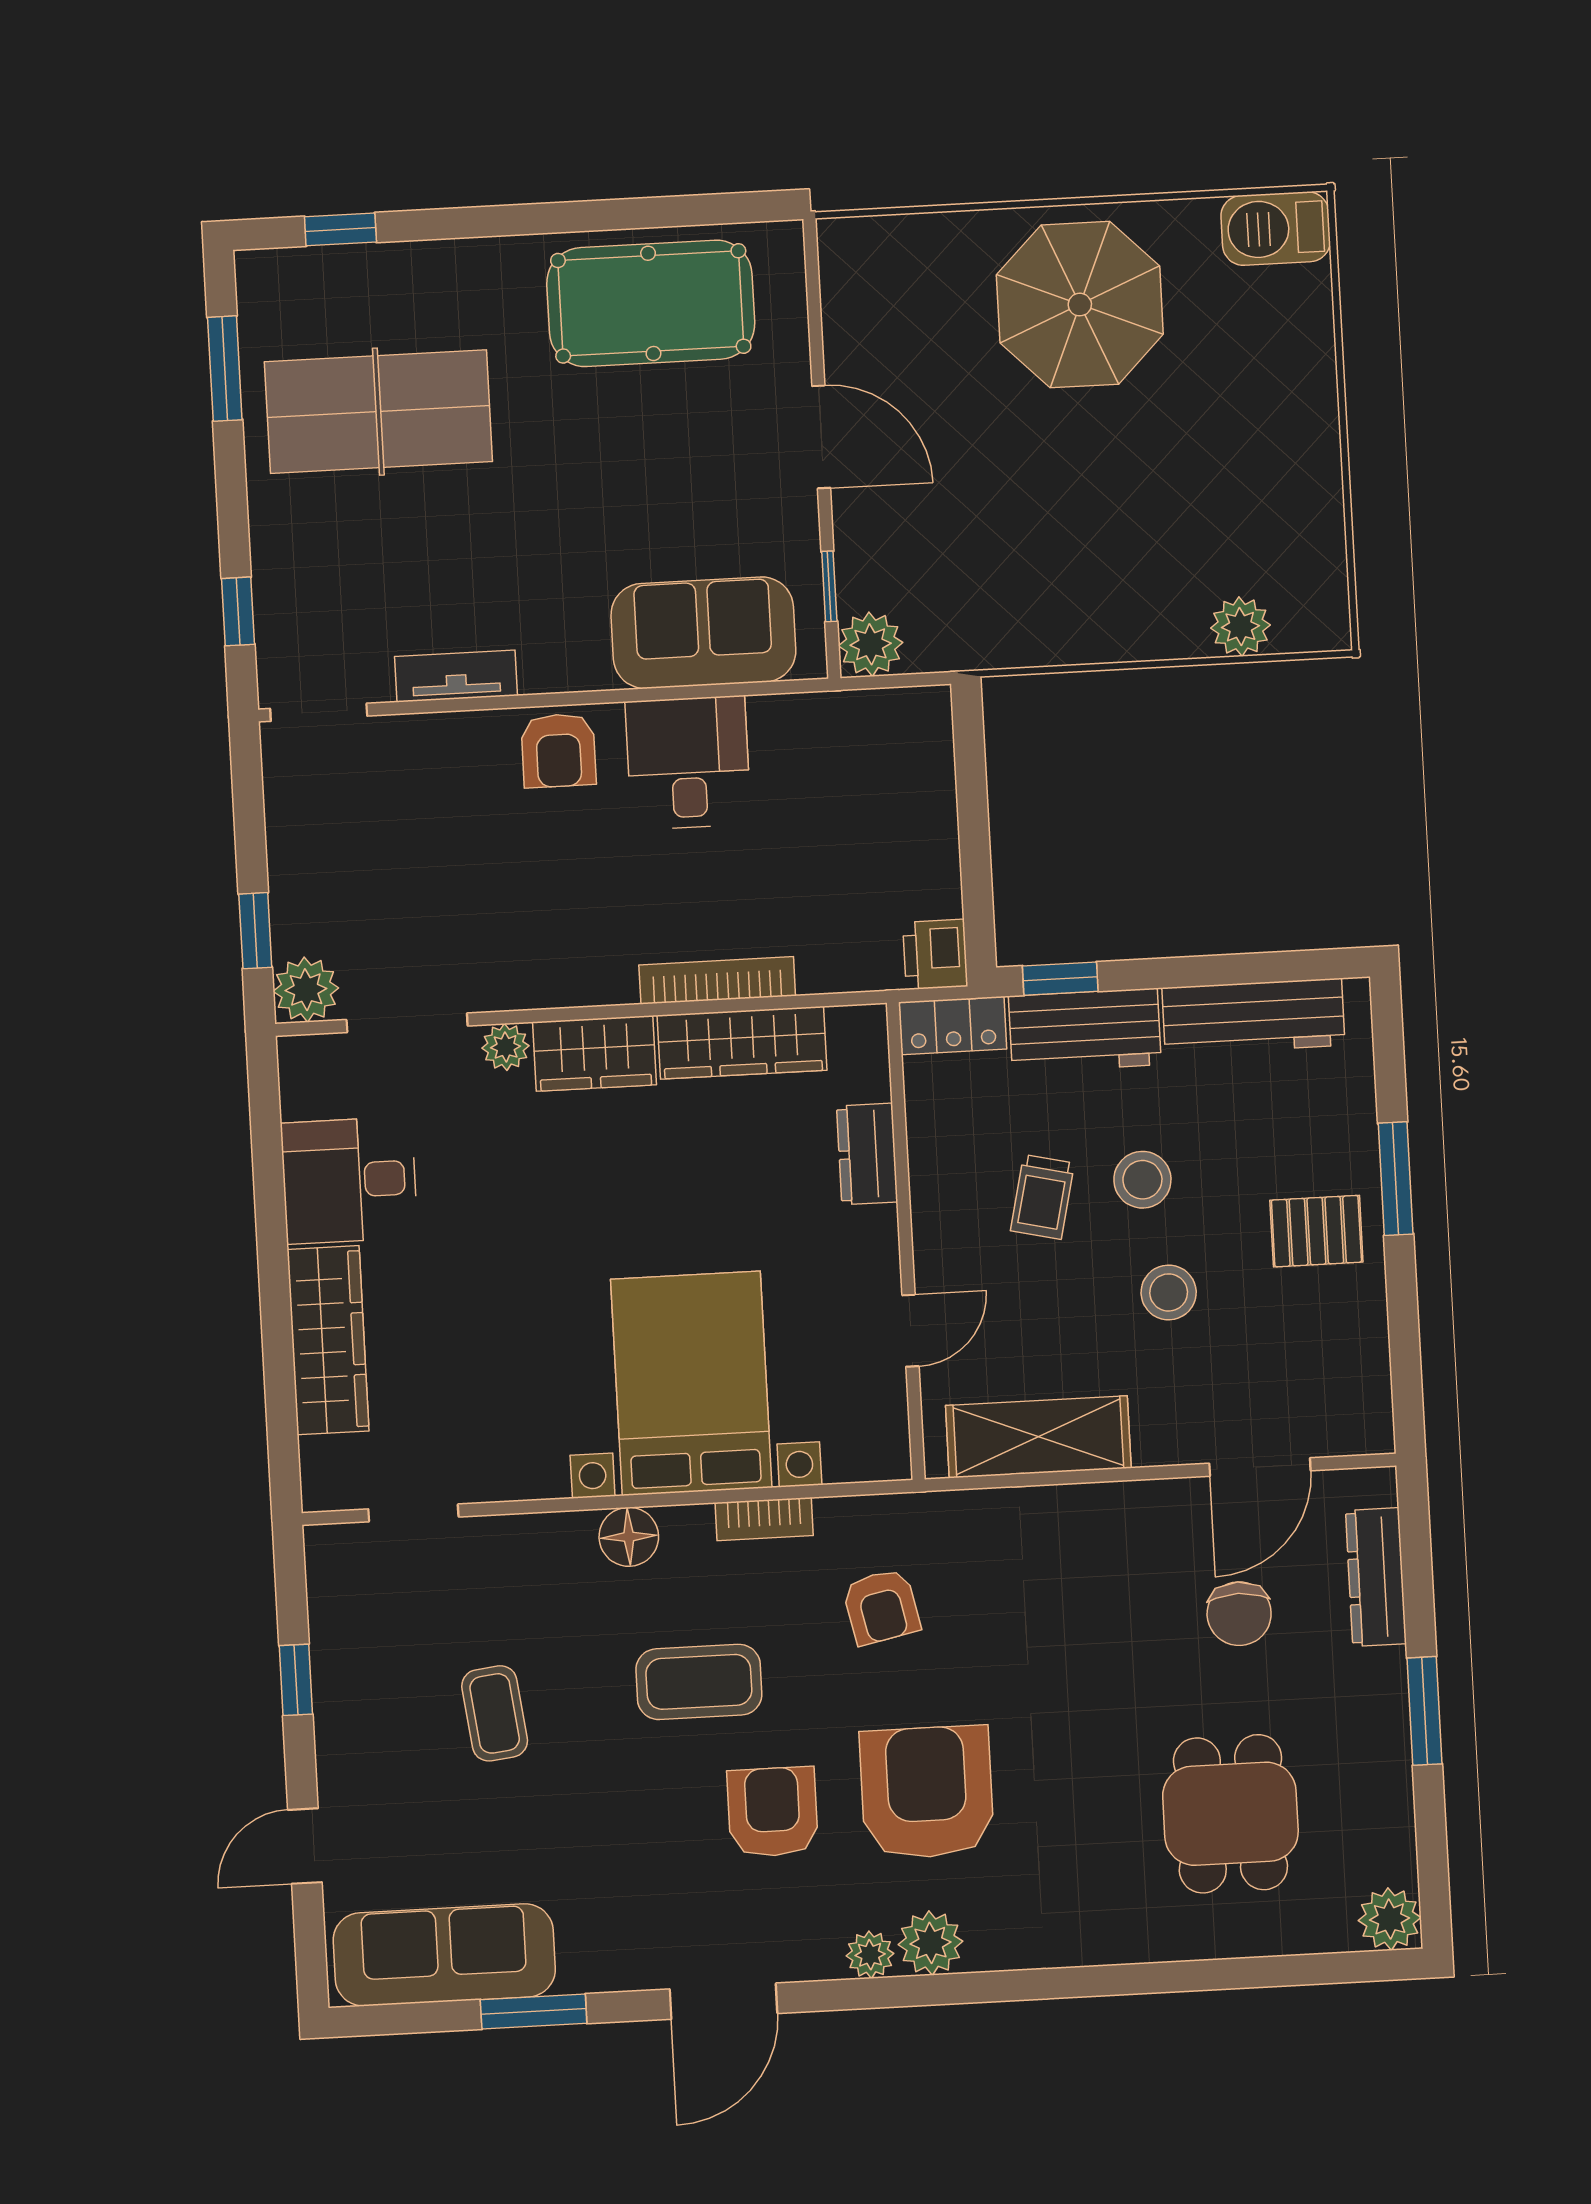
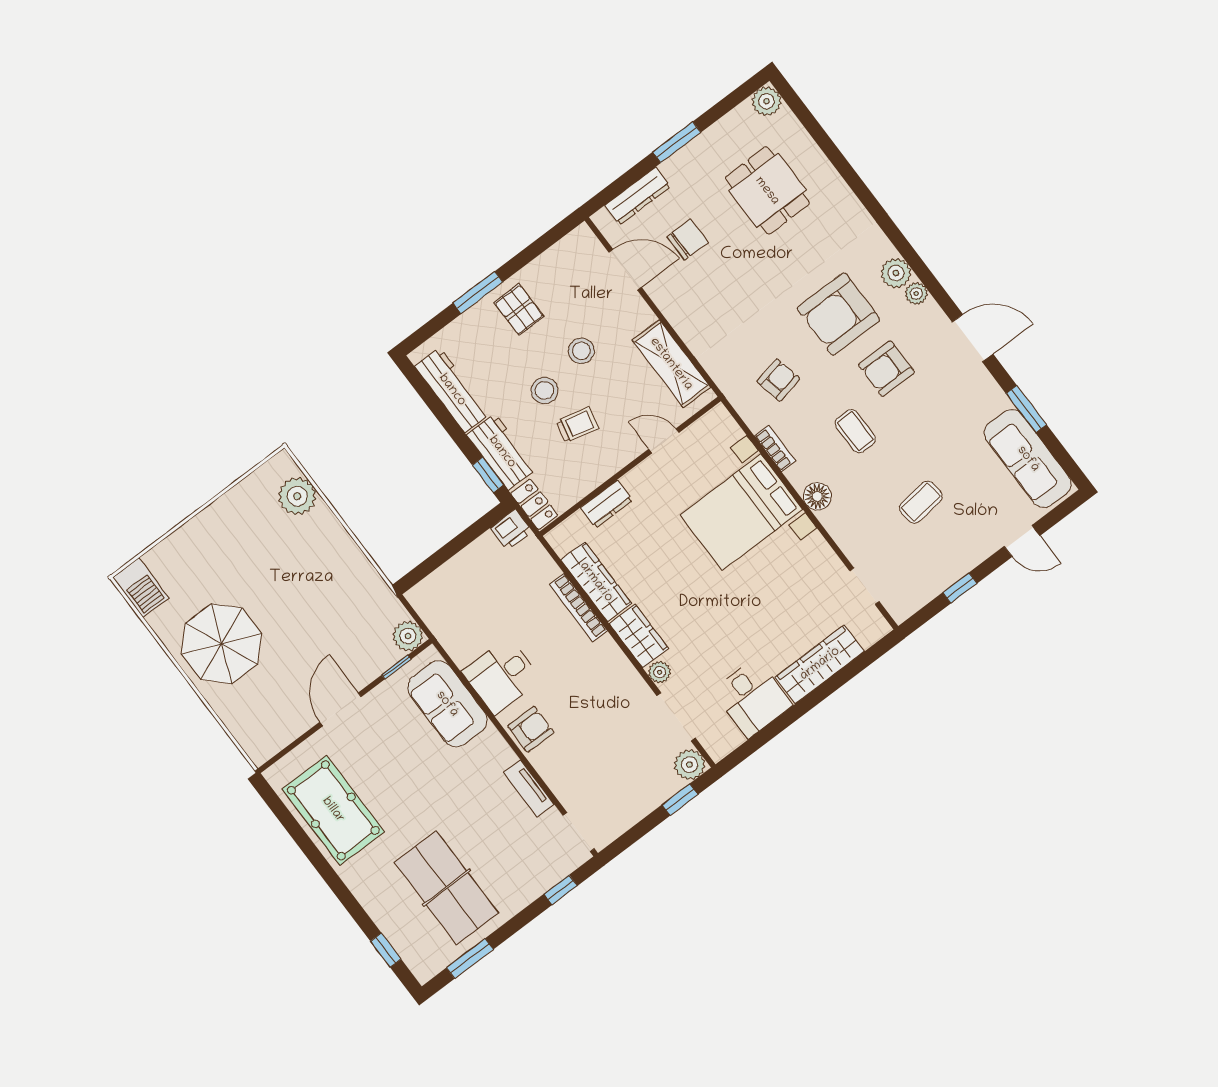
plant: (1240, 627) -> (297, 496), width x1.36, depth x1.36
coffee table: (699, 1682) -> (855, 431), width x0.73, depth x0.77
dining table: (1230, 1814) -> (767, 191), turned 90

